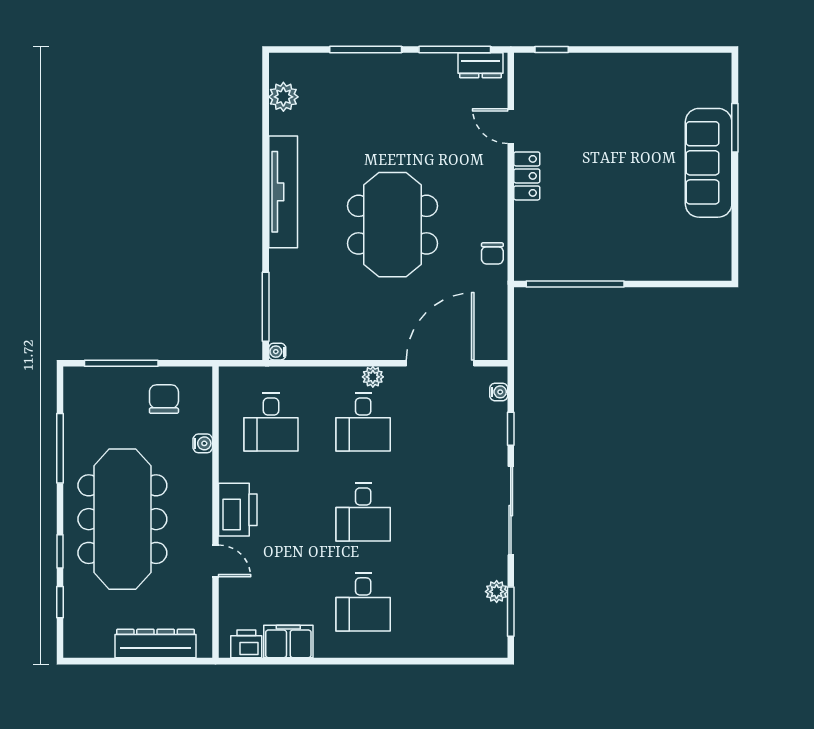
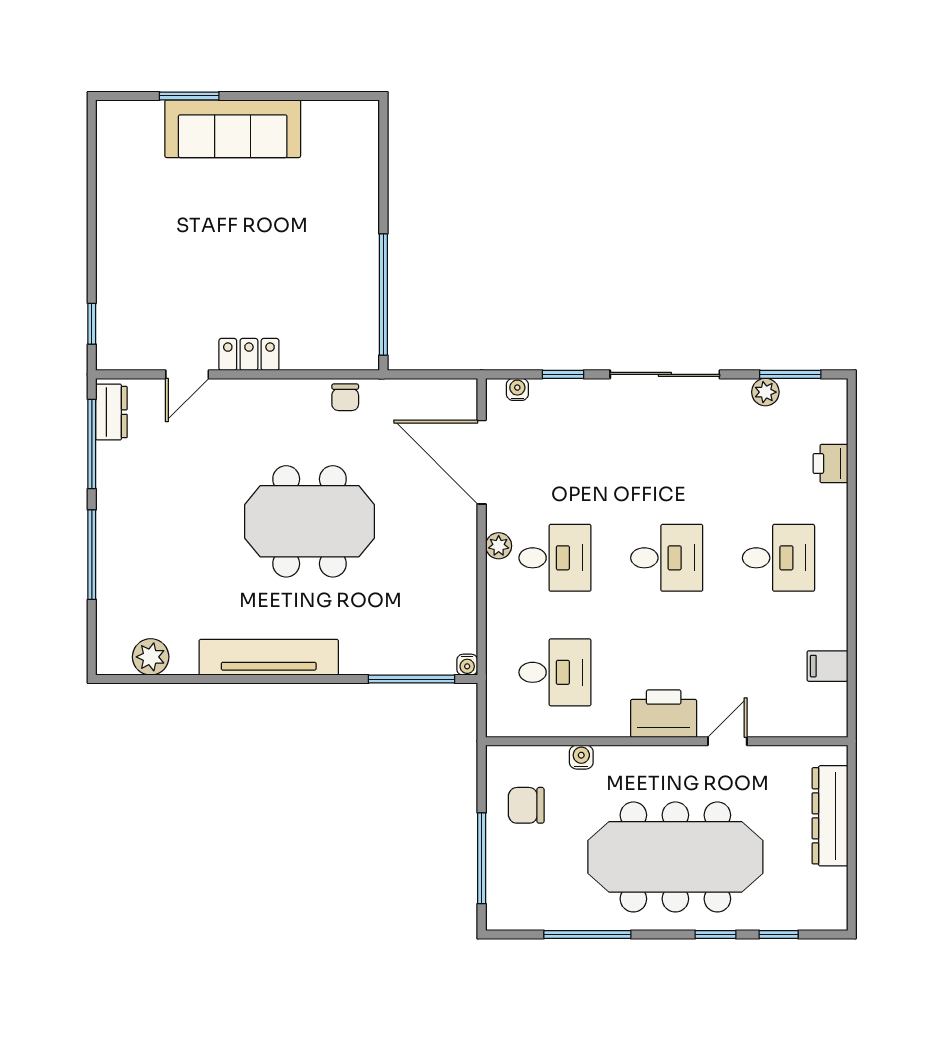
chair: (492, 253) -> (345, 397), turned 90
filing cabinet: (288, 642) -> (827, 666), width x0.50
printer: (246, 644) -> (830, 464), moved

